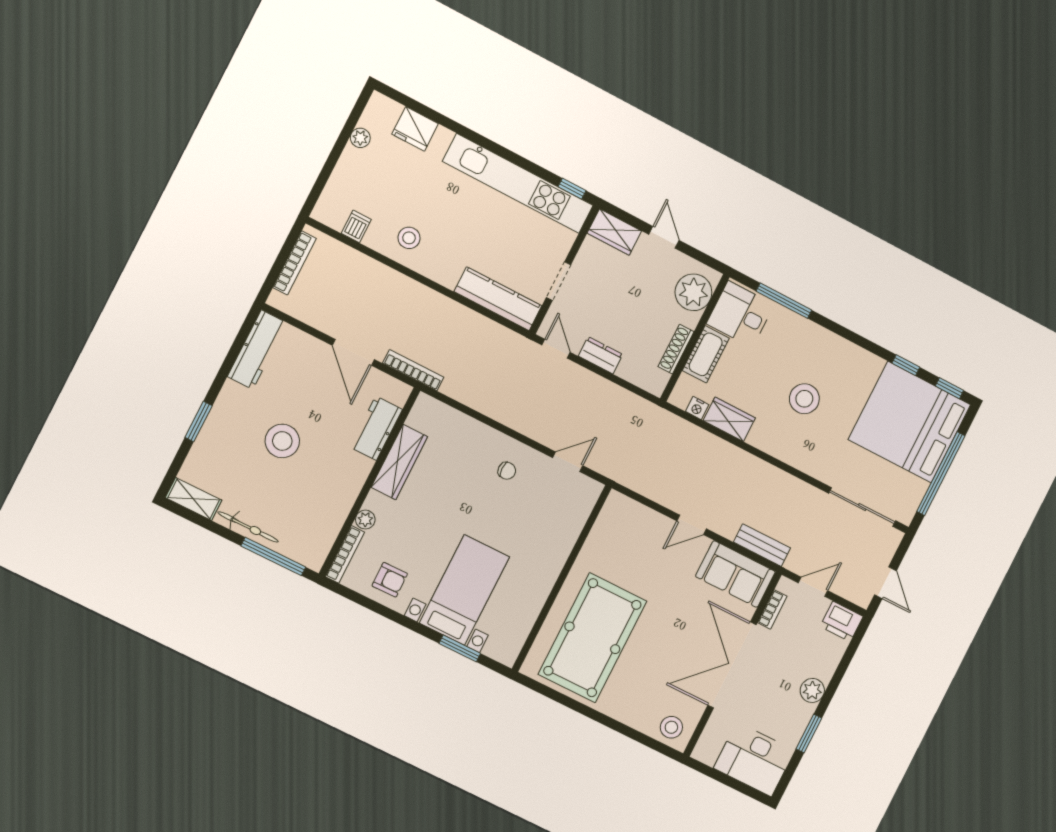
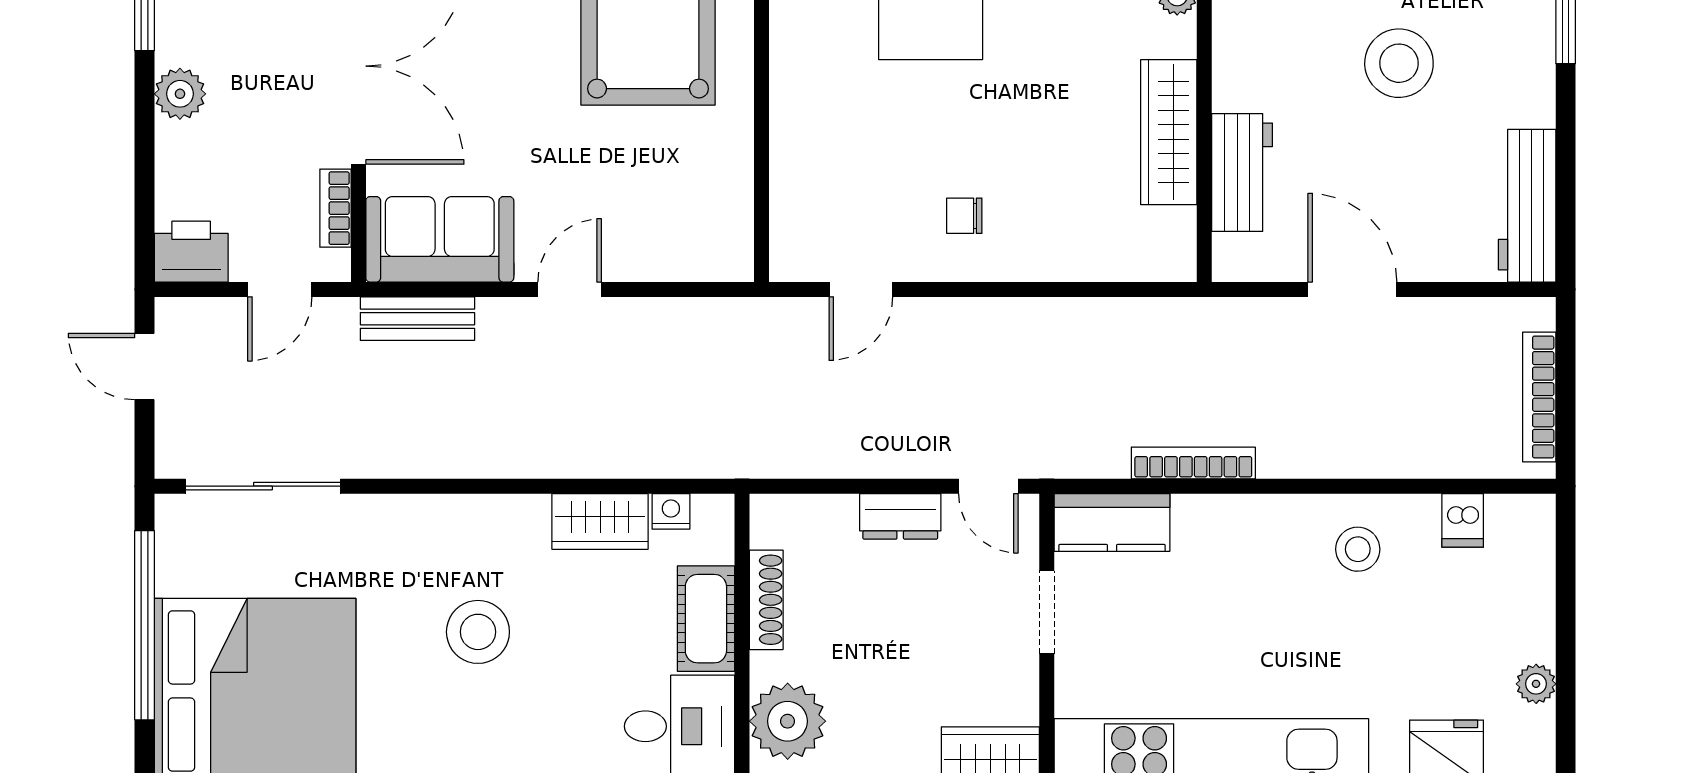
kitchen counter: (498, 299) -> (1112, 522), width x0.67
bookcase: (413, 370) -> (1193, 463), moved, turned 180

